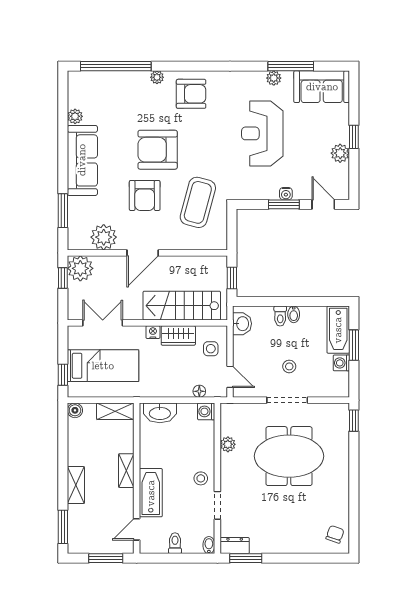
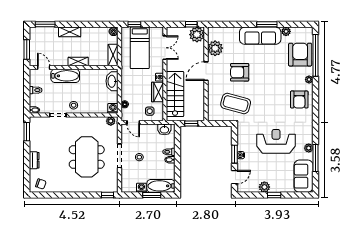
armchair: (158, 150) -> (300, 55), moved
window: (63, 211) -> (267, 24), moved
door: (143, 253) -> (206, 71), hinge flipped
door: (230, 377) -> (133, 122), hinge flipped
plant: (228, 444) -> (111, 121), moved
dresser: (235, 546) -> (34, 160), moved

